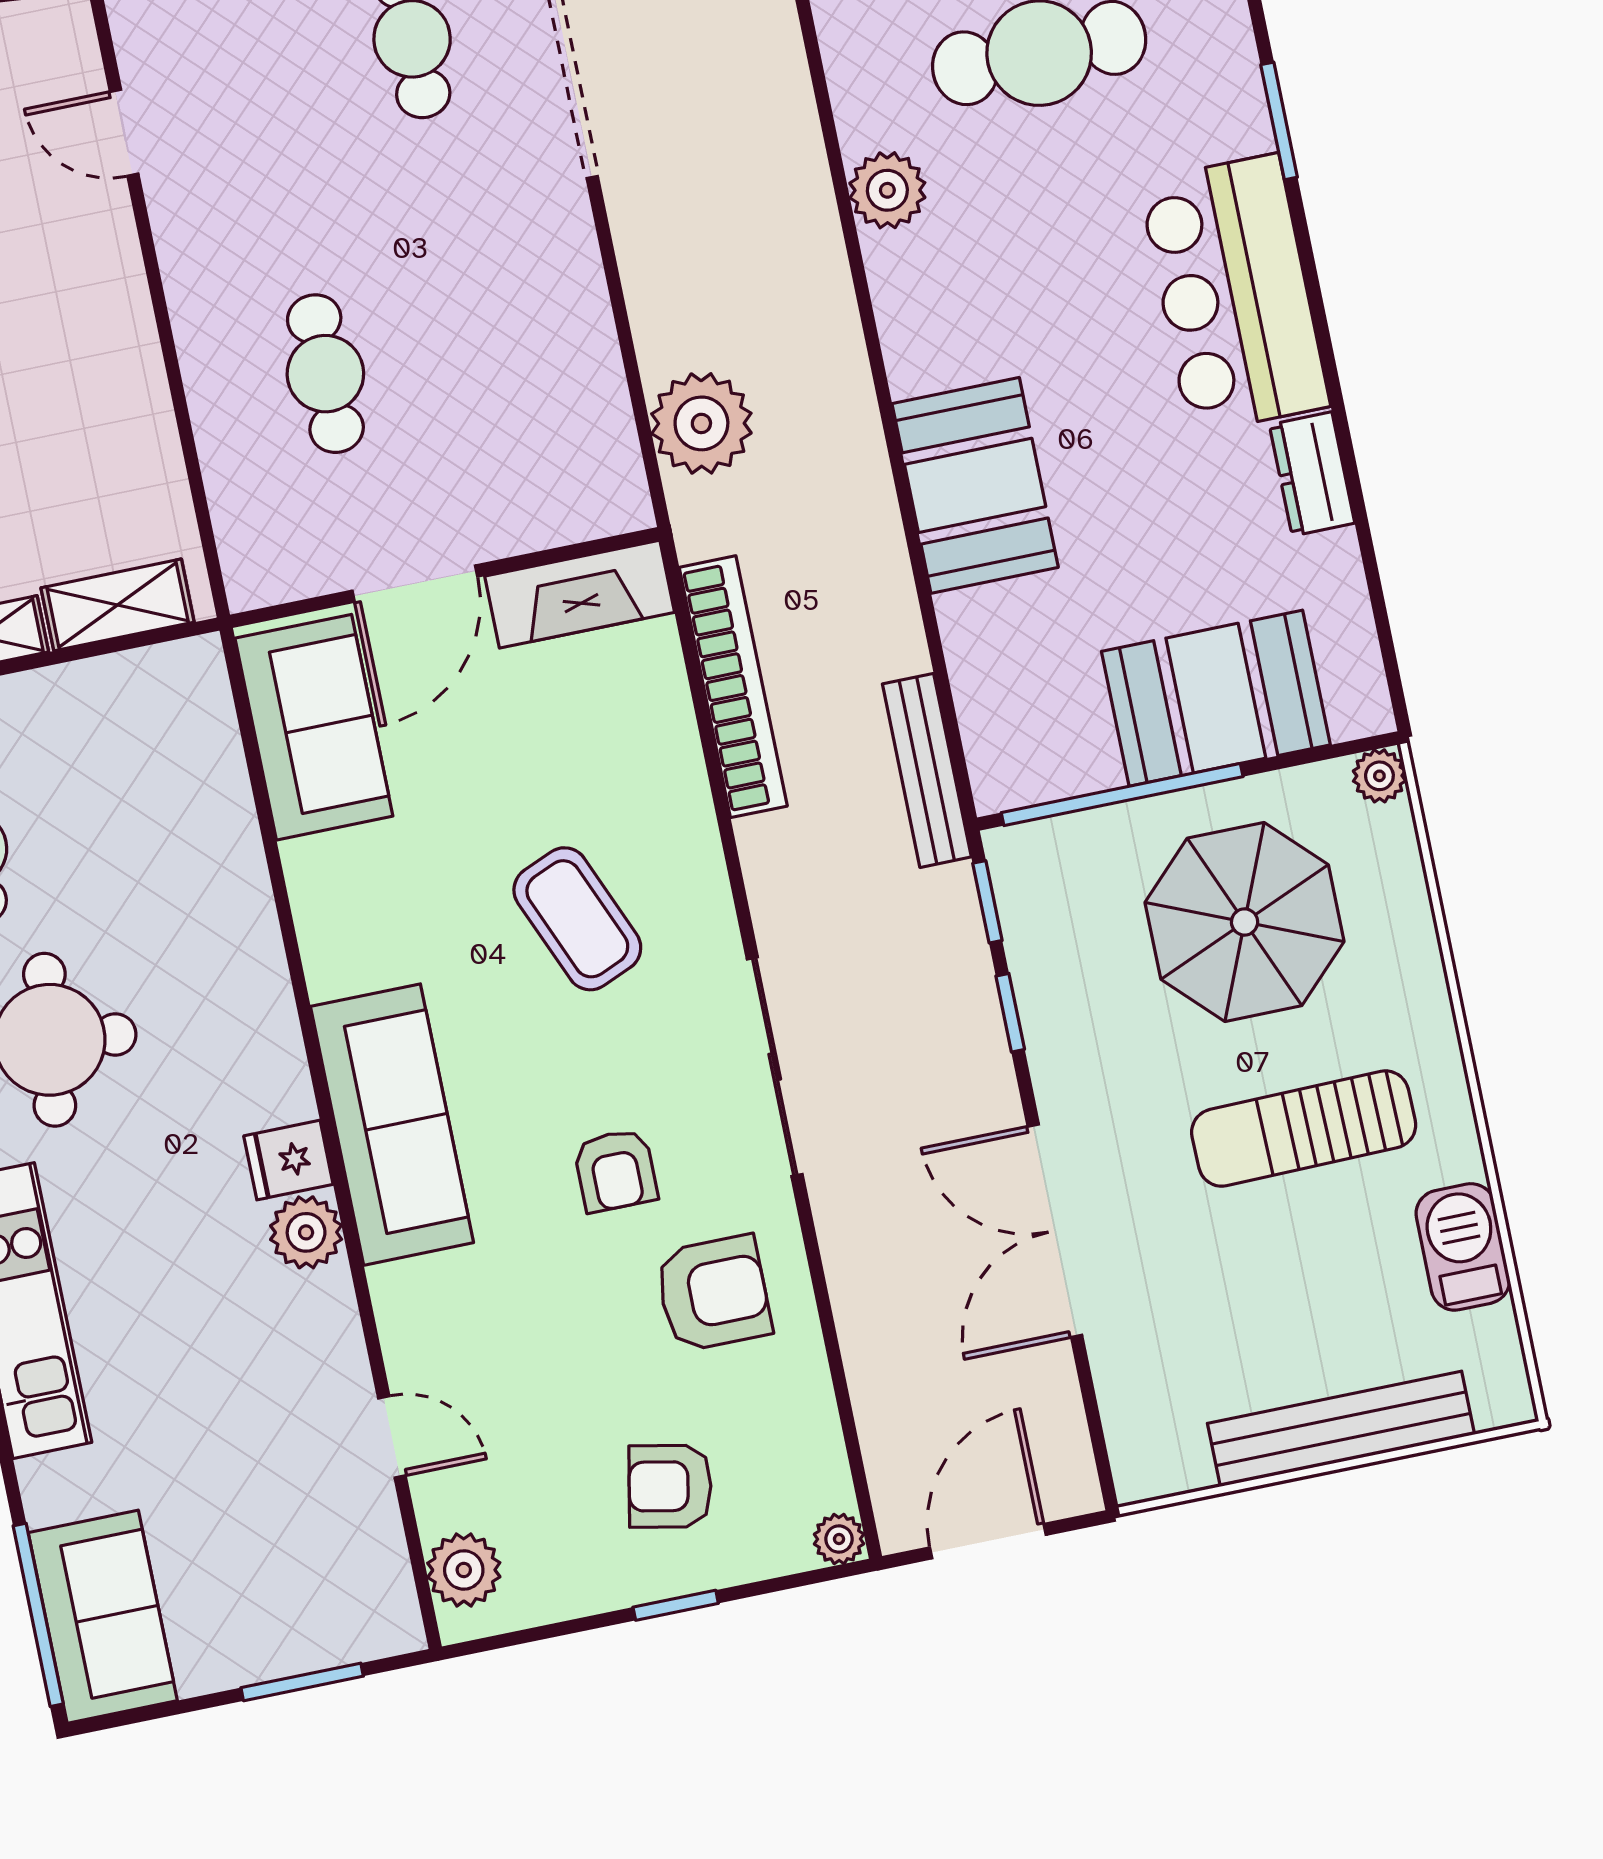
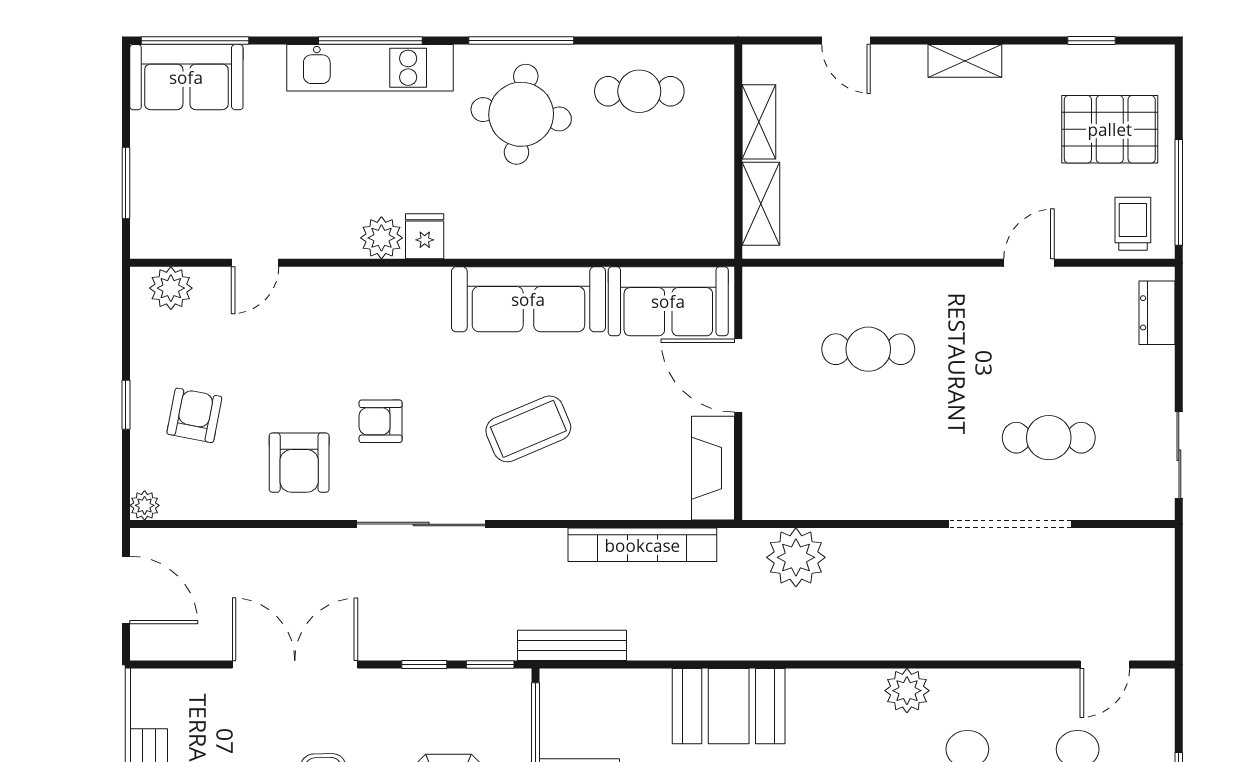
sofa: (392, 1125) -> (528, 299), moved

